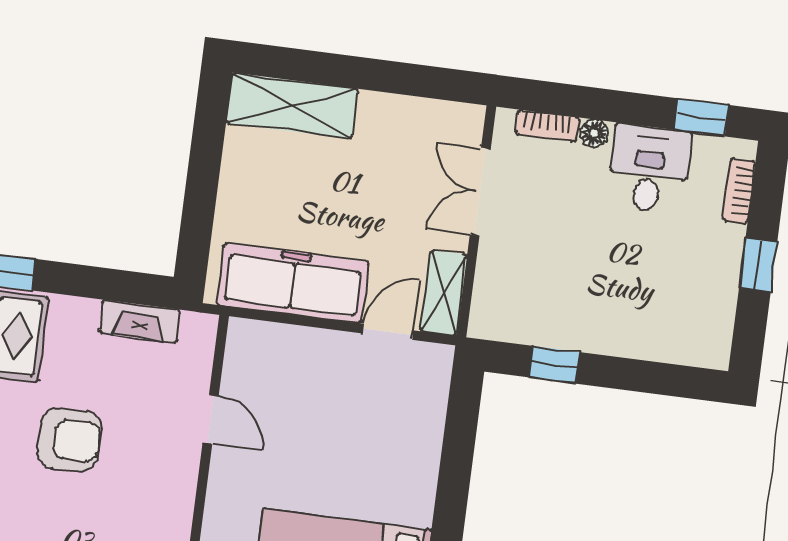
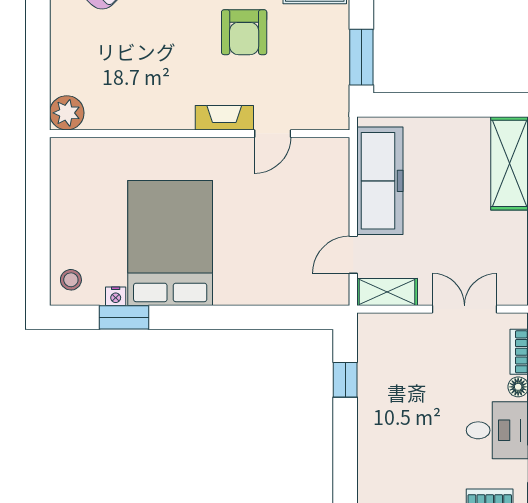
window: (123, 286) -> (361, 57), added
fireplace: (140, 321) -> (224, 118), moved, turned 90
door: (388, 332) -> (353, 255), swing flipped

